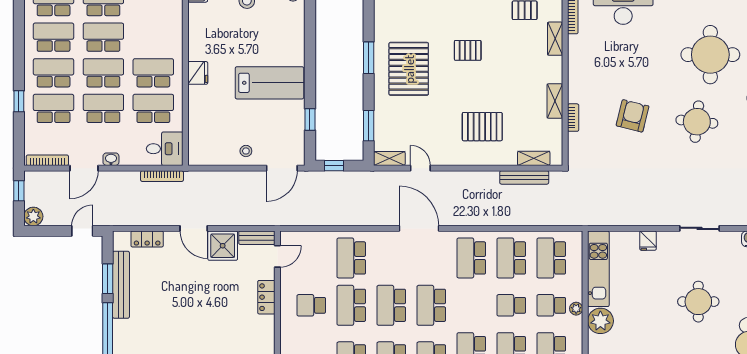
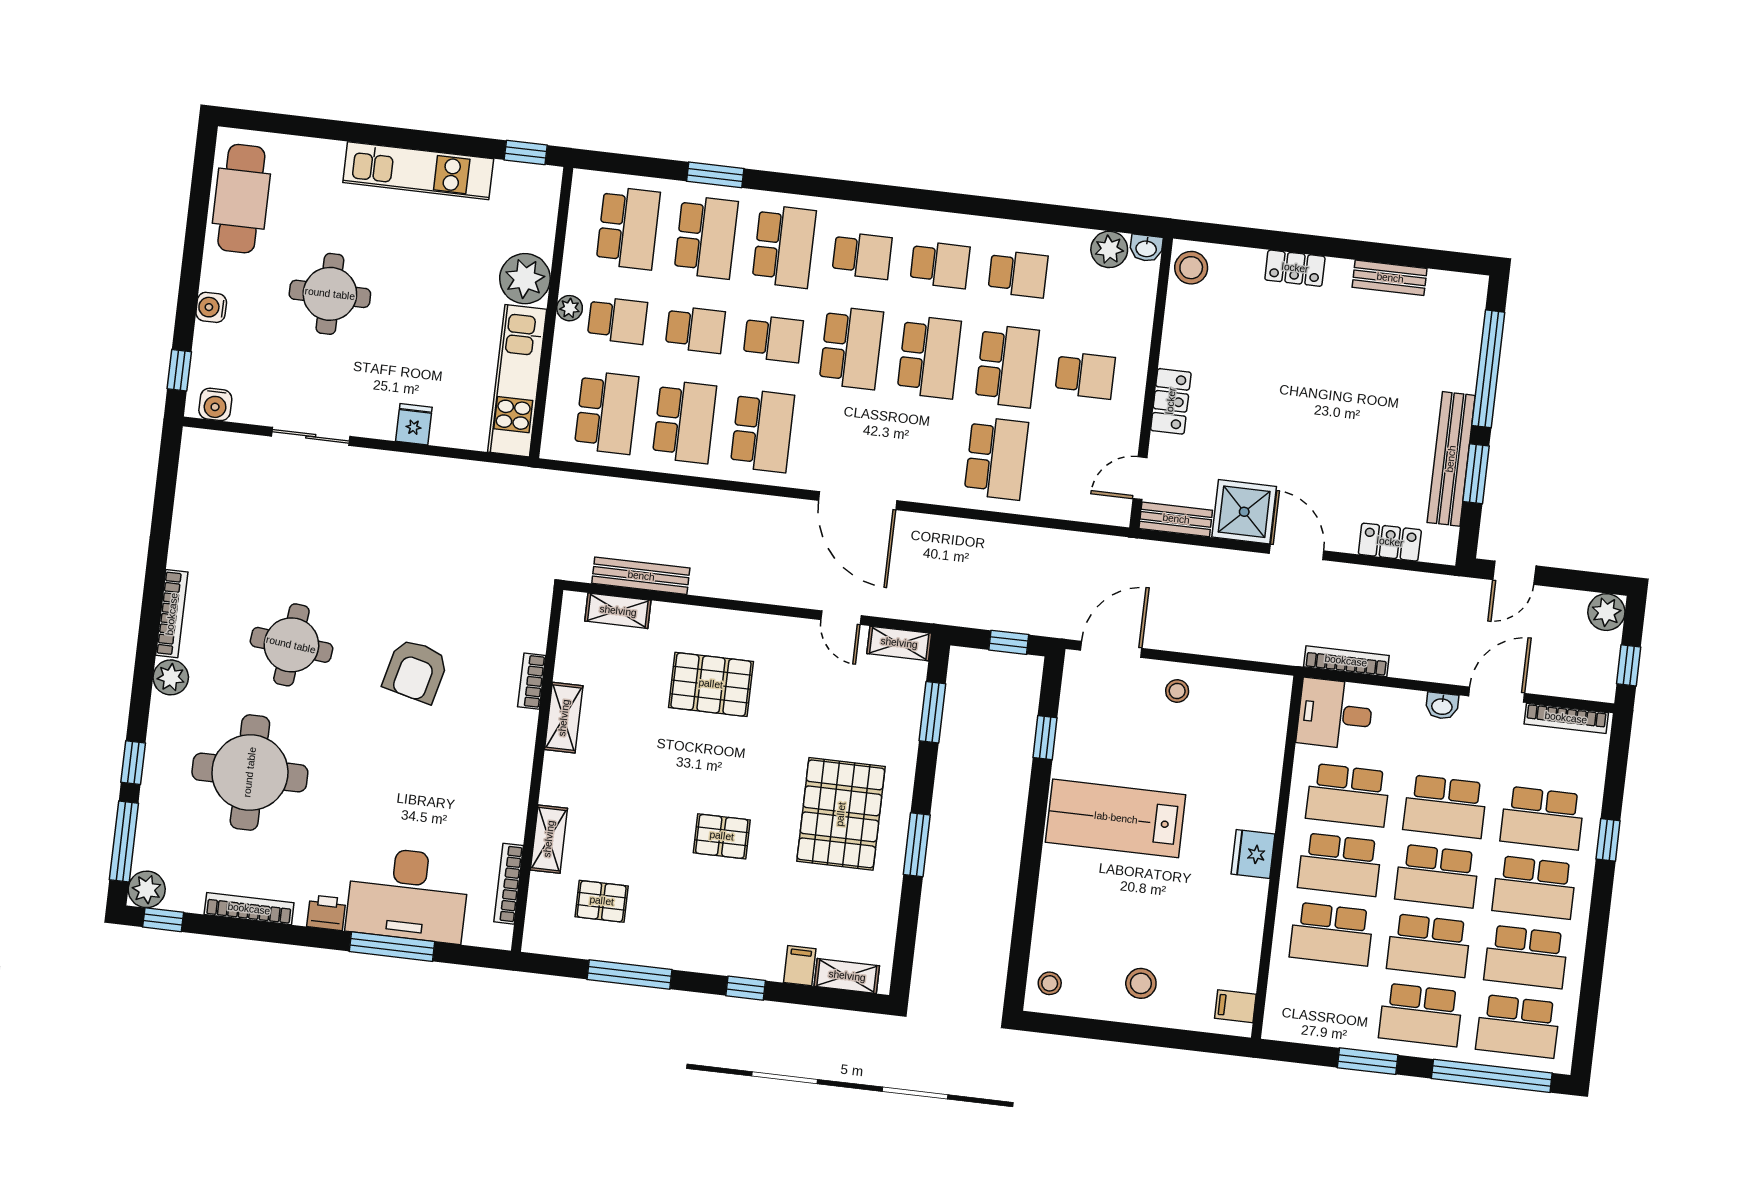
school desk: (153, 37) -> (1332, 934), added
school desk: (471, 305) -> (773, 339), added

